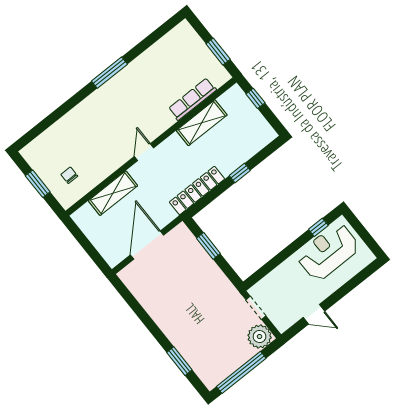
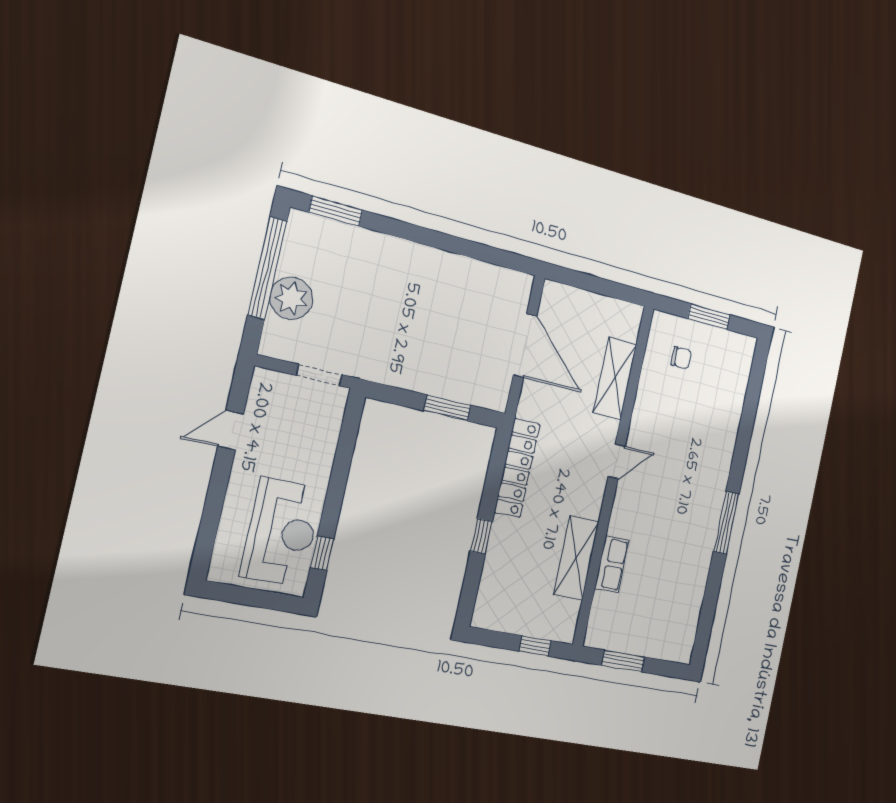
row of seats: (192, 99) -> (612, 564), width x0.68
door: (144, 152) -> (617, 461), hinge flipped
plant: (260, 336) -> (291, 298), moved
window: (179, 361) -> (336, 211), moved

